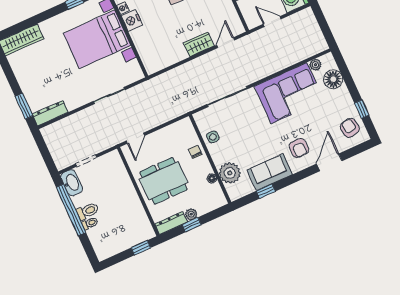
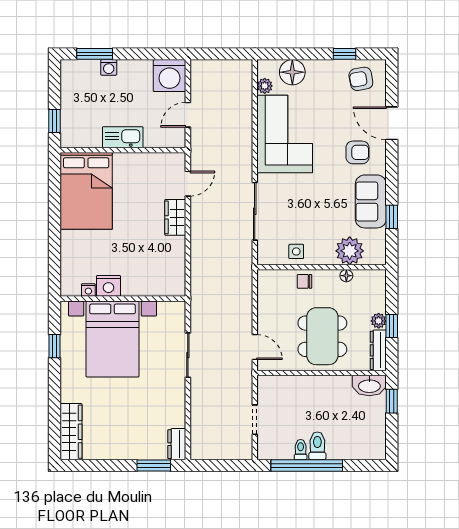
door: (226, 43) -> (188, 184), swing flipped
dresser: (50, 113) -> (177, 444), width x0.70
washbasin: (72, 183) -> (369, 386), moved, turned 180
toilet: (90, 223) -> (301, 450), moved

